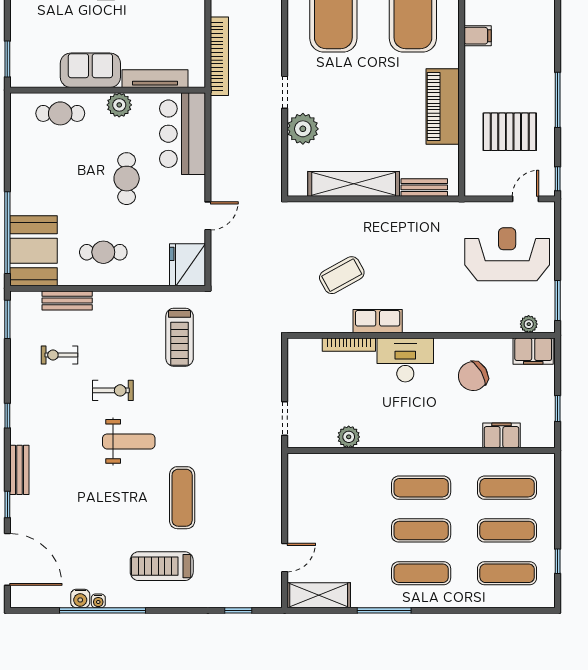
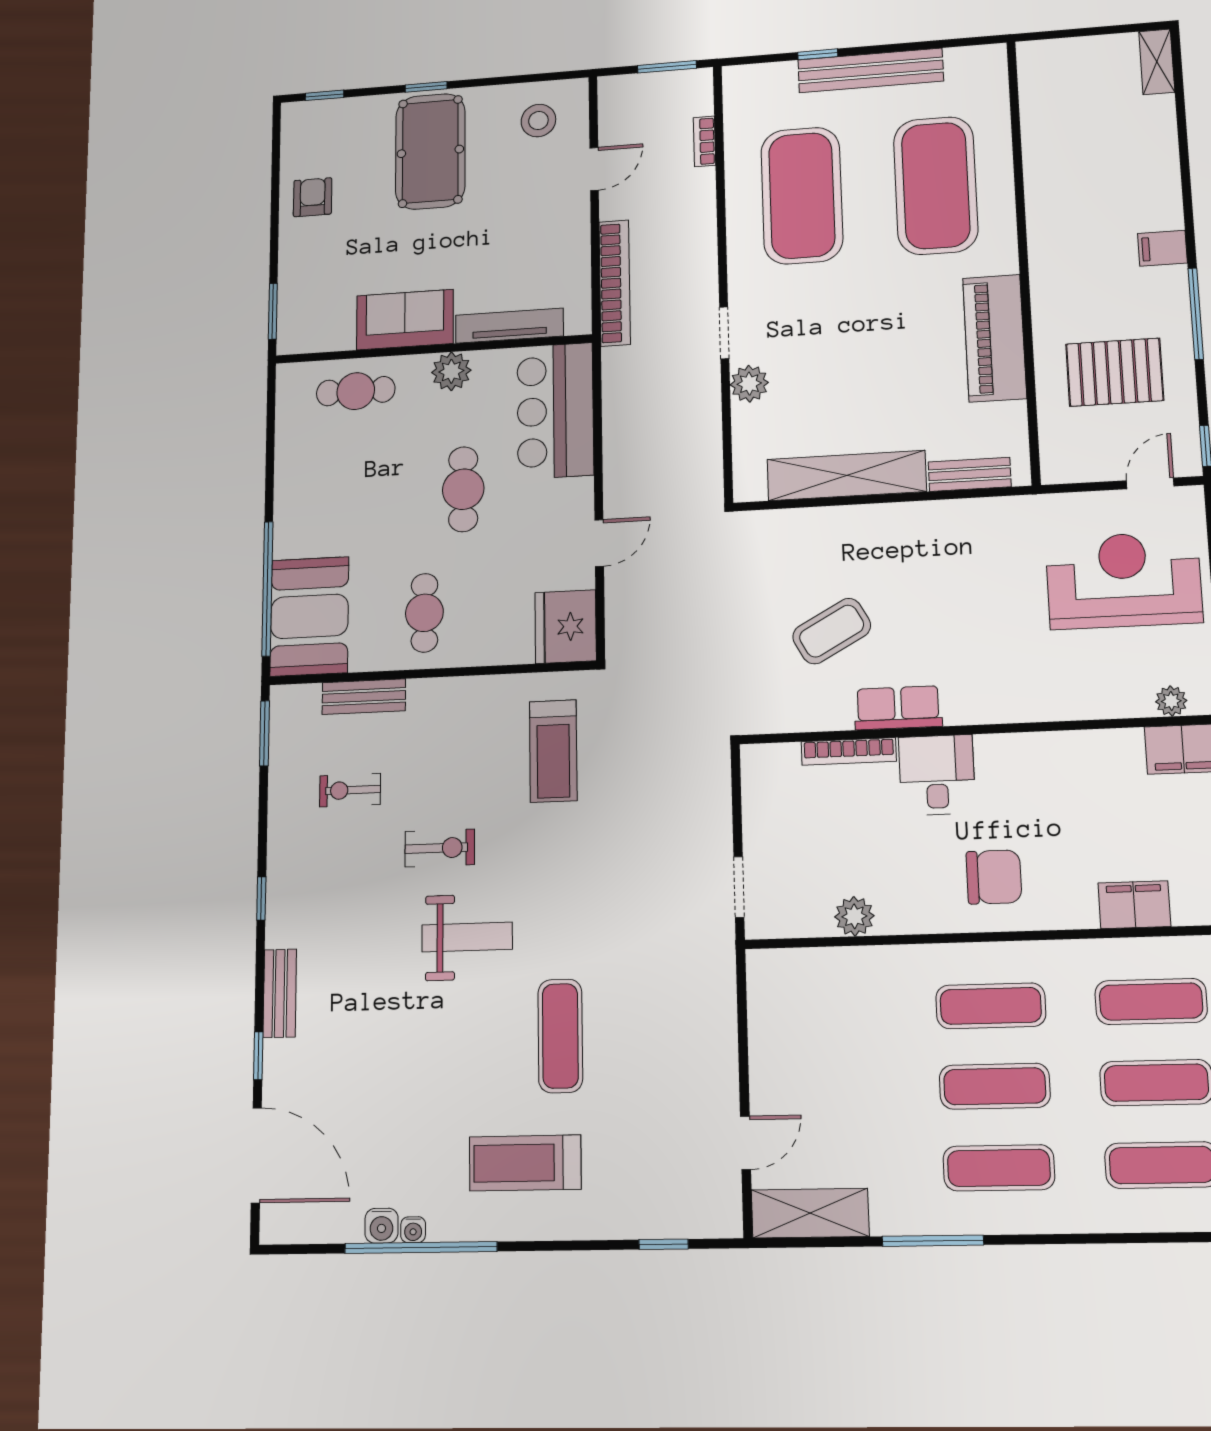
filing cabinet: (478, 36) -> (1162, 248), moved, turned 180
plant: (303, 129) -> (749, 384), width x0.73, depth x0.73
cafe table: (103, 252) -> (424, 613), turned 90
desk: (405, 360) -> (937, 775), width x0.73
chair: (473, 376) -> (994, 877), moved, turned -149

